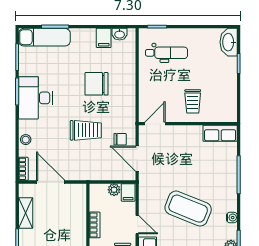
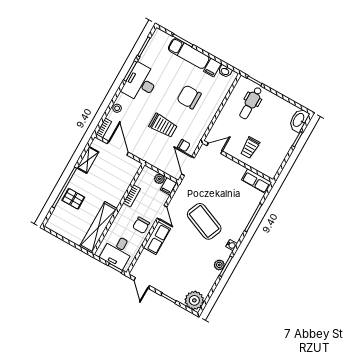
exam couch: (44, 37) -> (189, 53), moved
dental chair: (167, 53) -> (251, 103), turned 90

